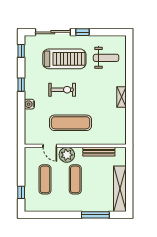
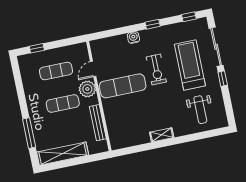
treadmill: (64, 59) -> (190, 65), turned 180
exercise mat: (71, 123) -> (123, 86), turned 90

